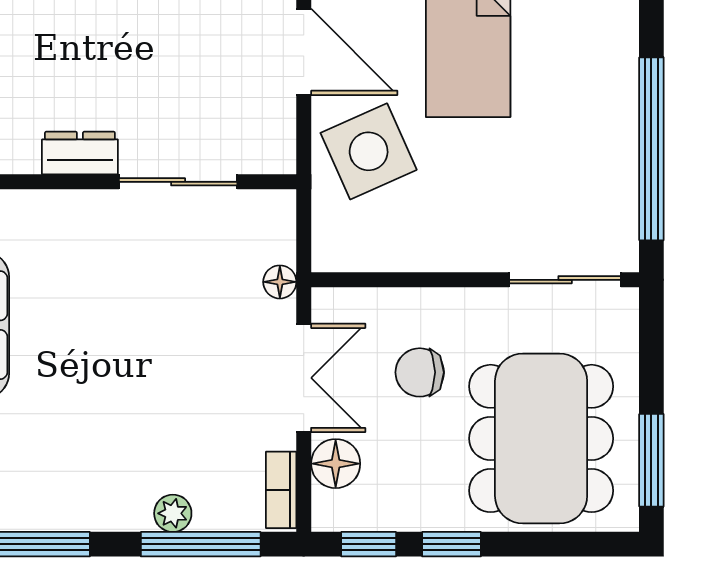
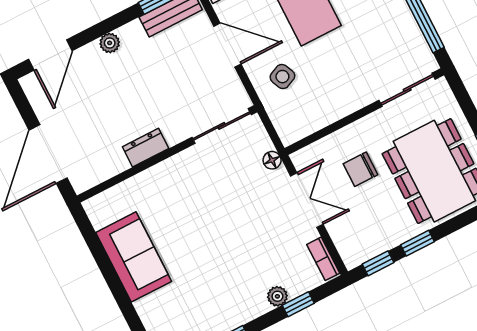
side table: (369, 151) -> (282, 77), width x0.54, depth x0.54
sliding door: (178, 182) -> (222, 126), moved
floor lamp: (336, 464) -> (343, 233), removed
window: (201, 544) -> (298, 304), width x0.46

